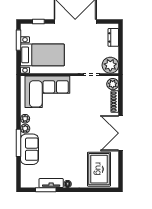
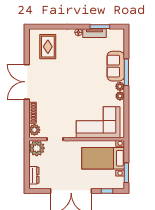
double door: (121, 133) -> (27, 82), swing flipped
rug: (99, 169) -> (48, 47), width x0.73, depth x0.70

